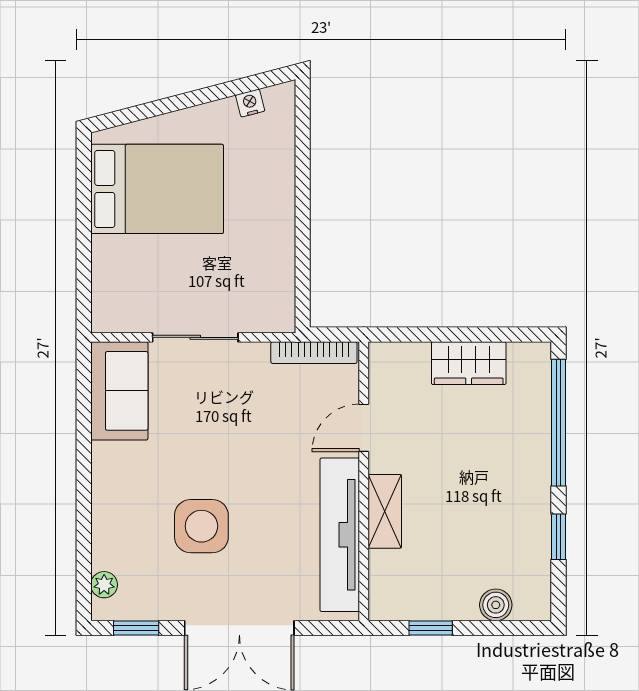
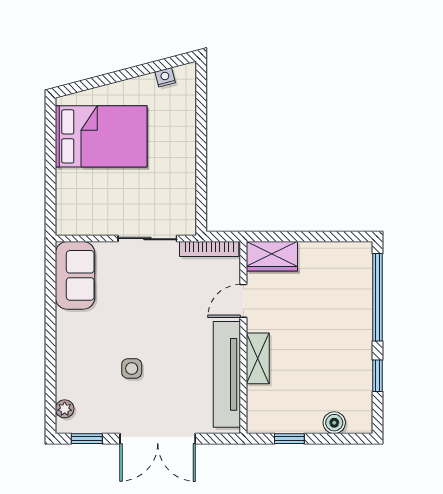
sliding door: (195, 337) -> (147, 239), moved
wardrobe: (469, 363) -> (272, 256), moved
side table: (201, 526) -> (132, 369), width x0.54, depth x0.54

